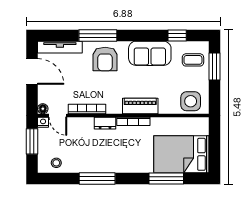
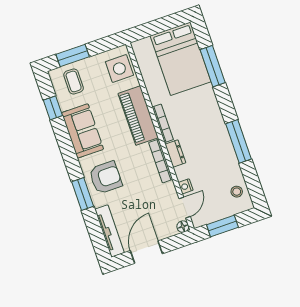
window: (98, 35) -> (83, 194), width x0.69
piano: (140, 106) -> (138, 116), width x1.37, depth x1.33
bookcase: (87, 109) -> (161, 161), moved
nightstand: (43, 122) -> (185, 186), moved

